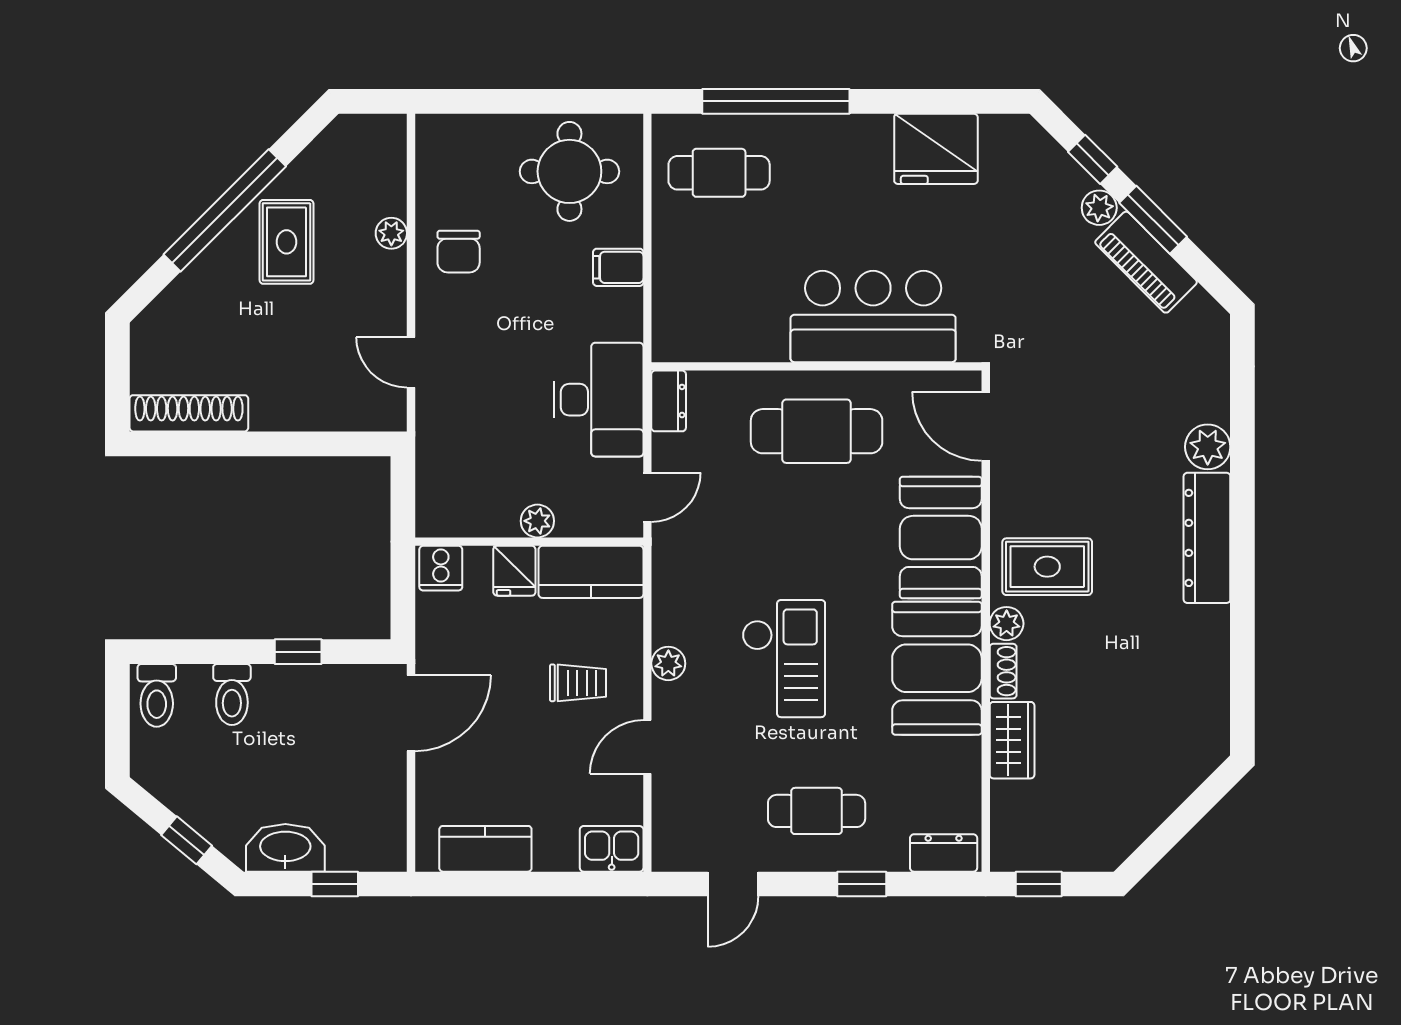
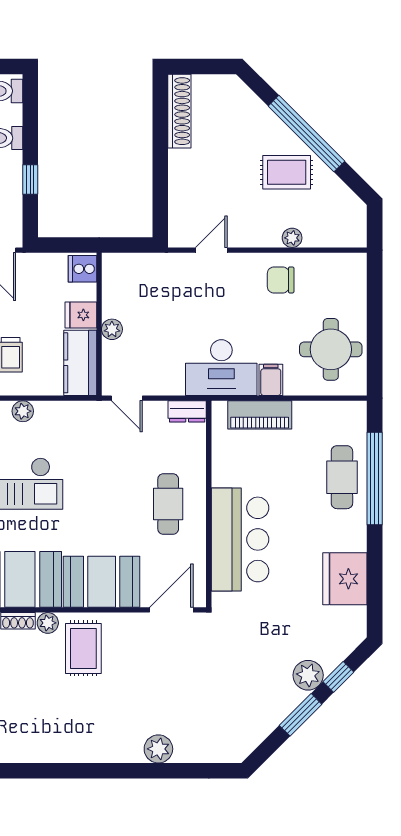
cafe table: (719, 173) -> (342, 477), moved
plant: (1099, 208) -> (308, 675), width x1.38, depth x1.38
piano: (1146, 262) -> (260, 415), moved, turned -135
desk: (599, 400) -> (221, 368), moved
cafe table: (817, 431) -> (168, 504), width x0.73, depth x0.74
dresser: (1207, 538) -> (101, 748), removed

